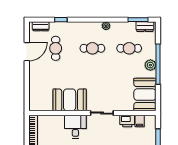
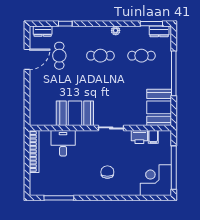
plant: (150, 65) -> (165, 74), removed
desk: (75, 127) -> (63, 143), moved

